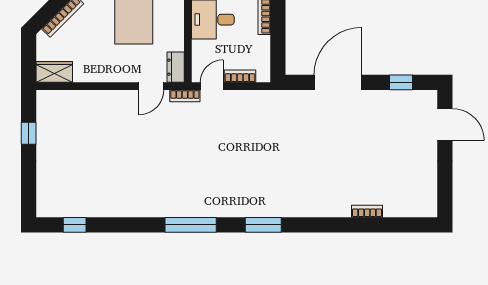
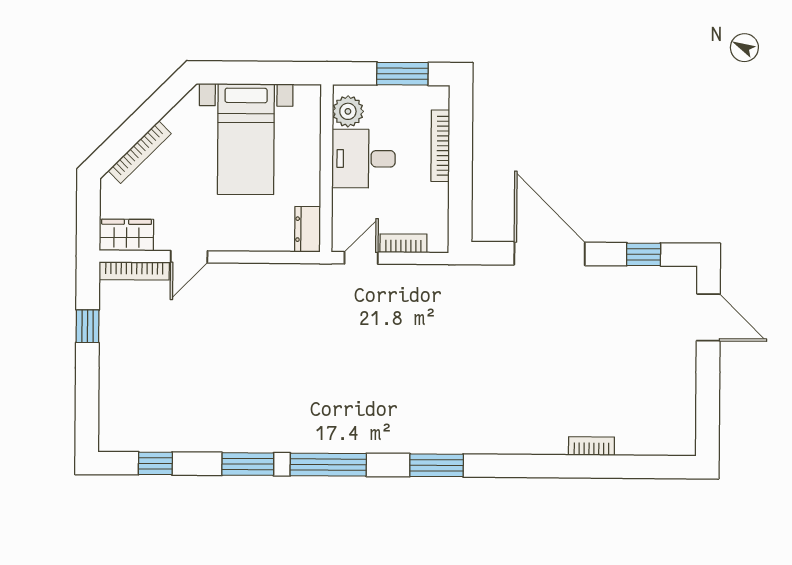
door: (338, 82) -> (550, 254), hinge flipped
door: (151, 86) -> (189, 257), moved
bookcase: (185, 96) -> (134, 271), moved, width x1.56
window: (137, 225) -> (248, 464), added

